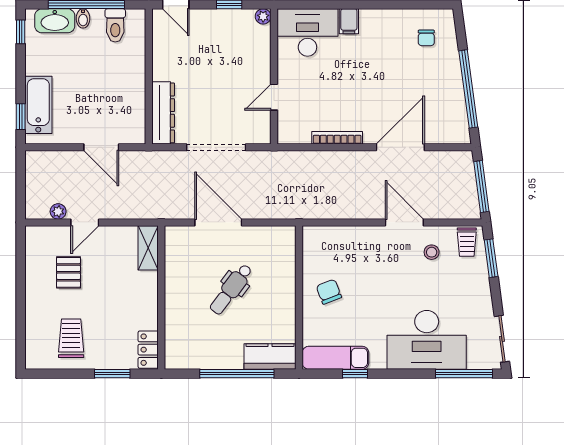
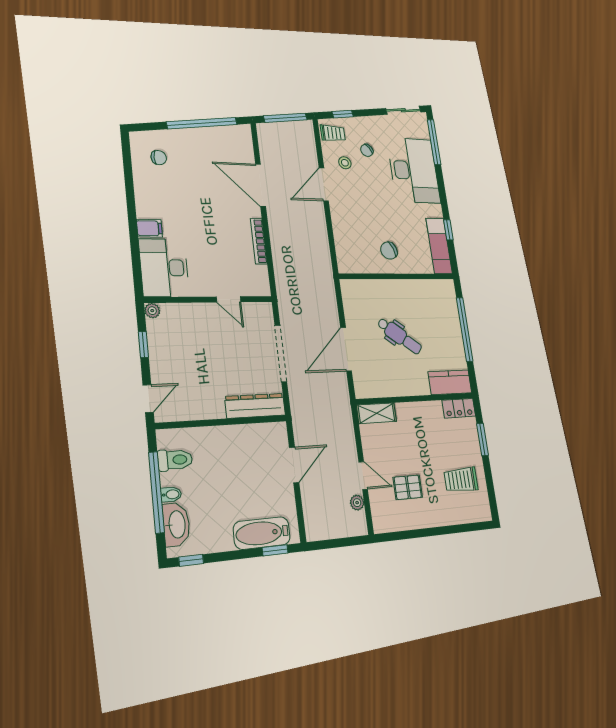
window: (491, 258) -> (343, 114), width x0.67
chair: (448, 282) -> (367, 150), added
kitchen counter: (270, 357) -> (450, 382), moved, turned 90

